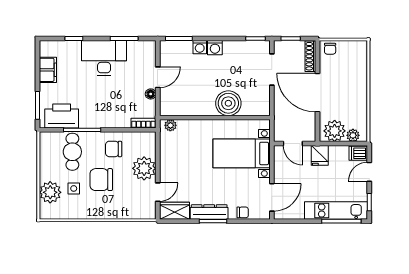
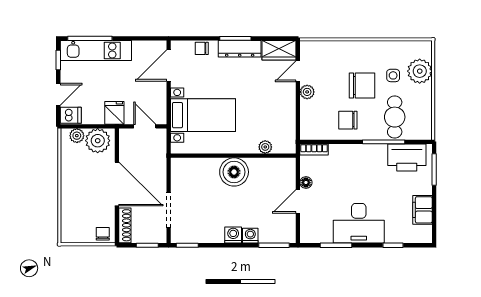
boiler: (228, 103) -> (234, 172), moved
plant: (170, 125) -> (265, 147), moved
chair: (114, 149) -> (348, 120), turned 180
plant: (144, 168) -> (307, 92), width x0.53, depth x0.53

